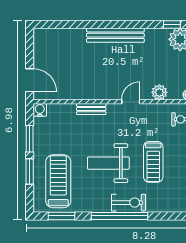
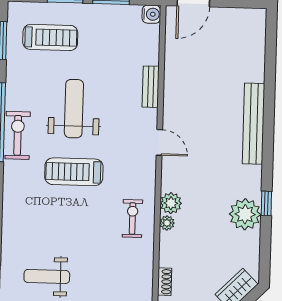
plant: (159, 92) -> (171, 203), moved
treadmill: (58, 181) -> (50, 37), width x0.73, depth x0.73
exercise bike: (128, 203) -> (18, 135), turned 180

